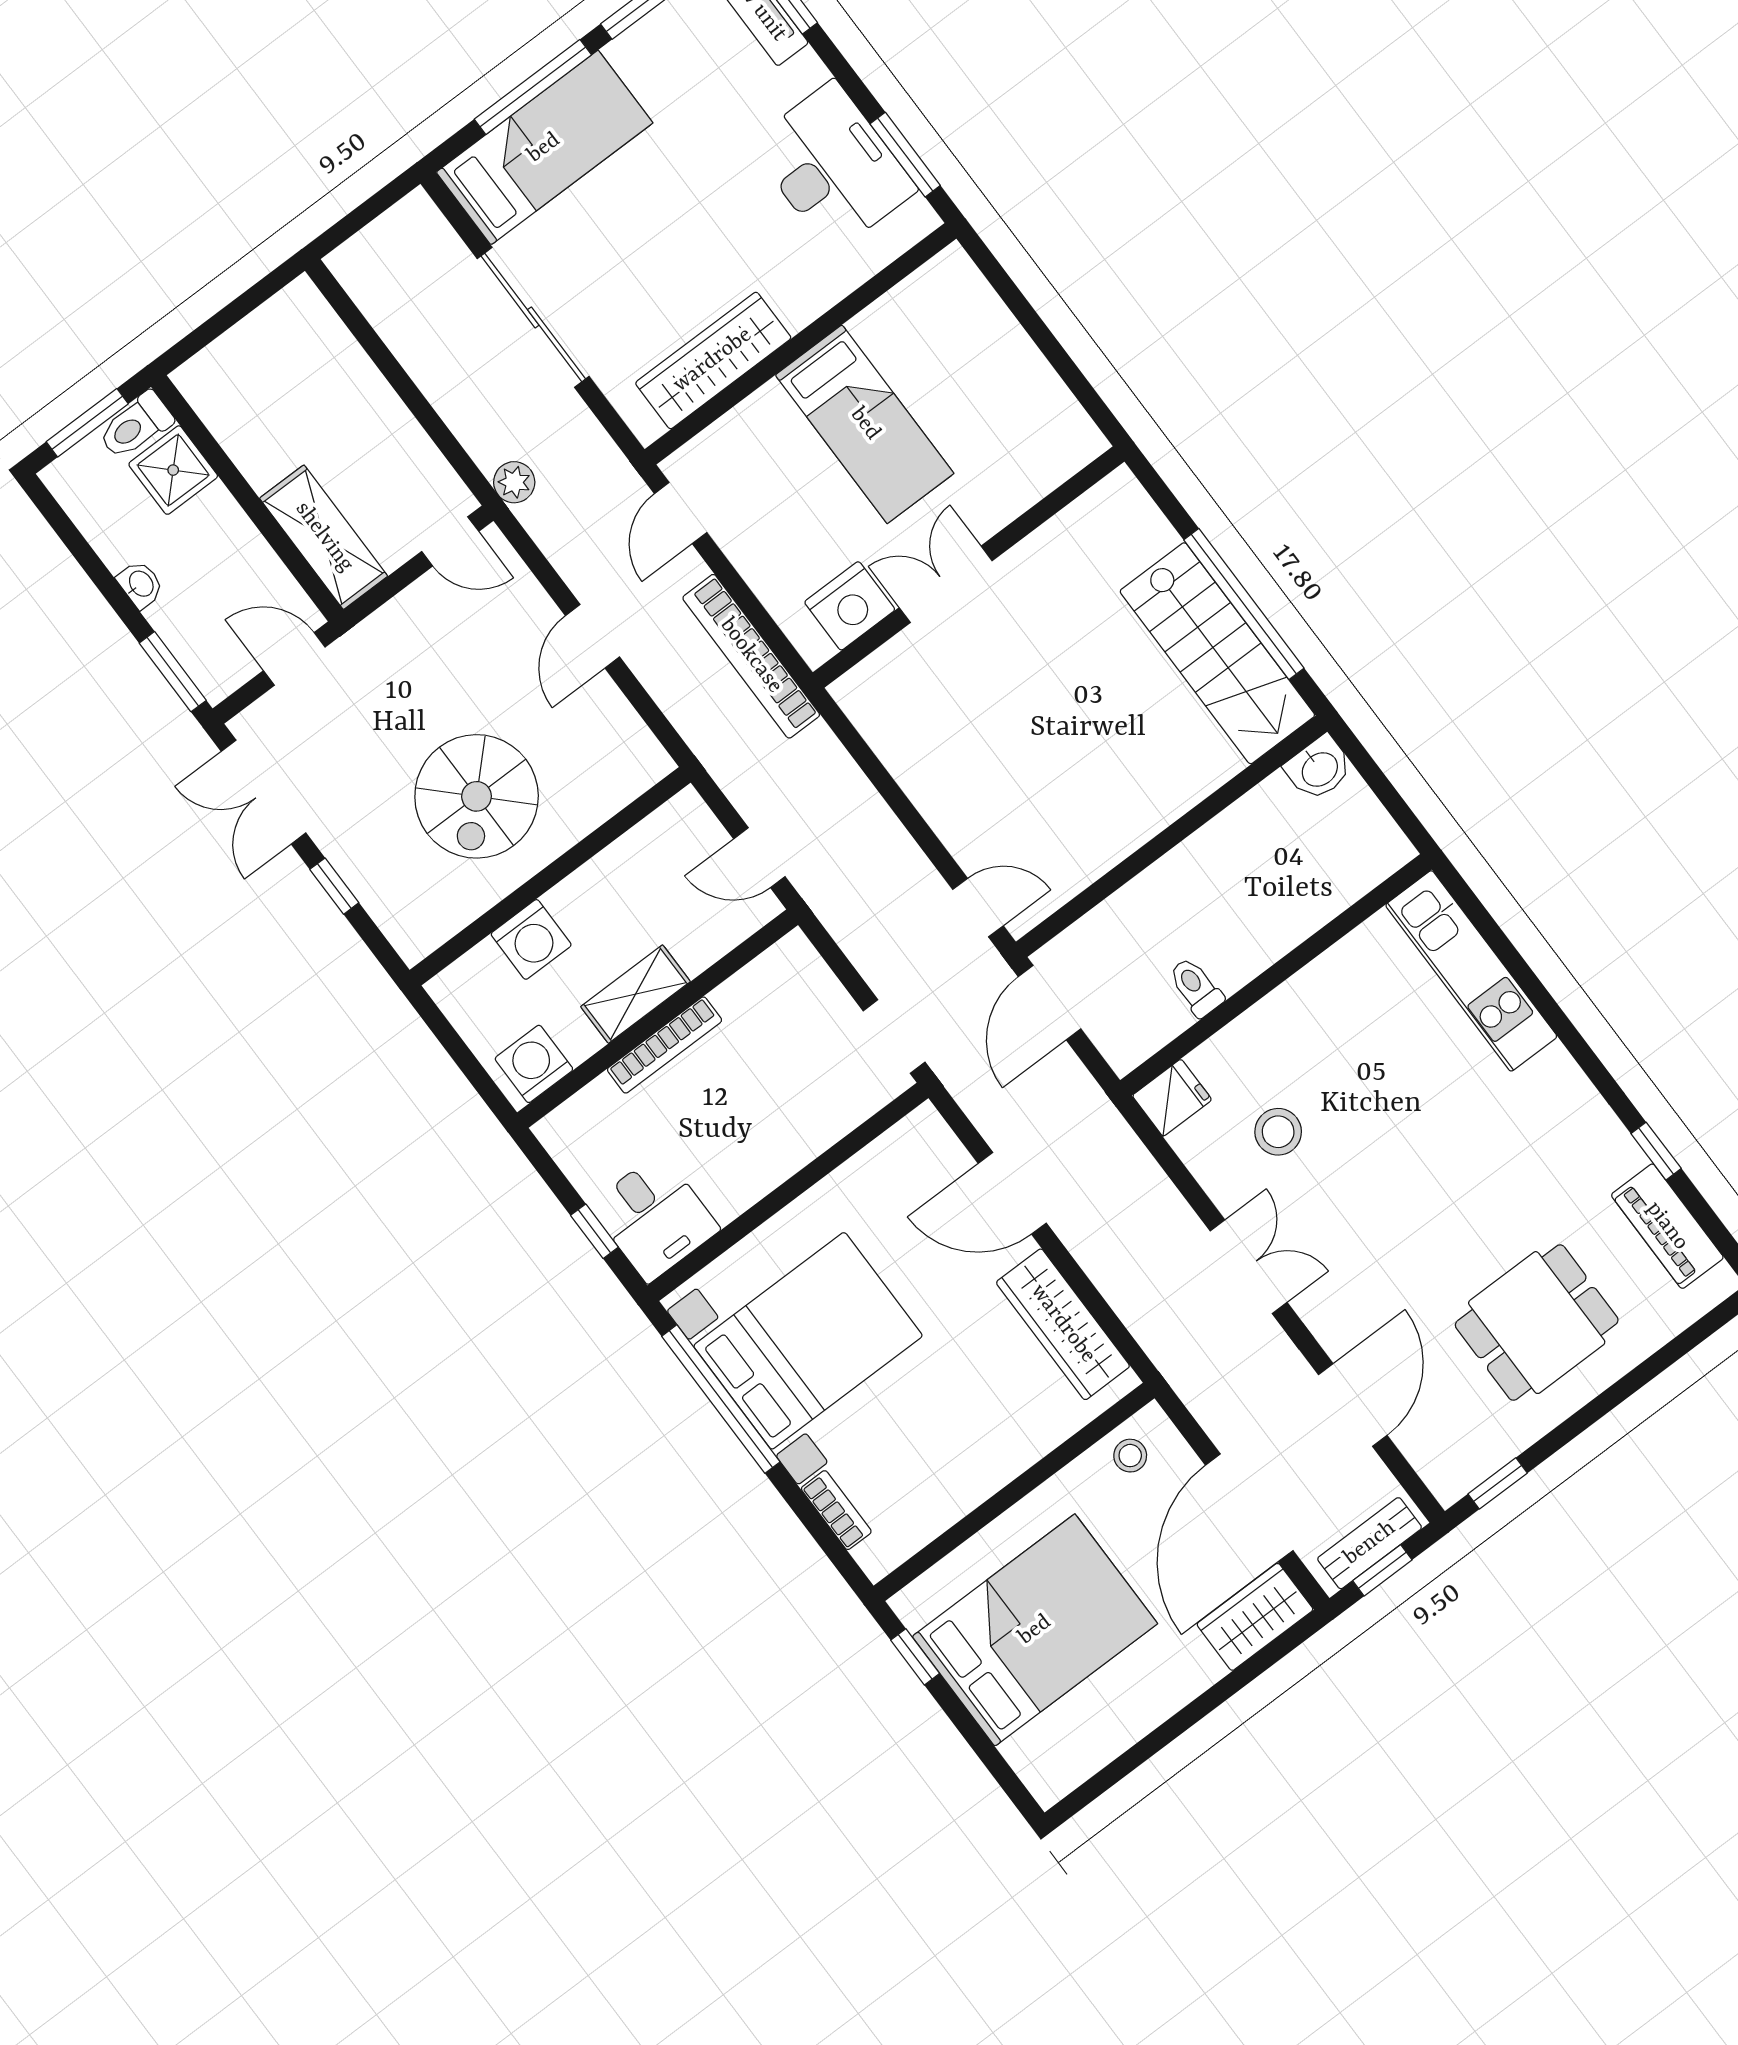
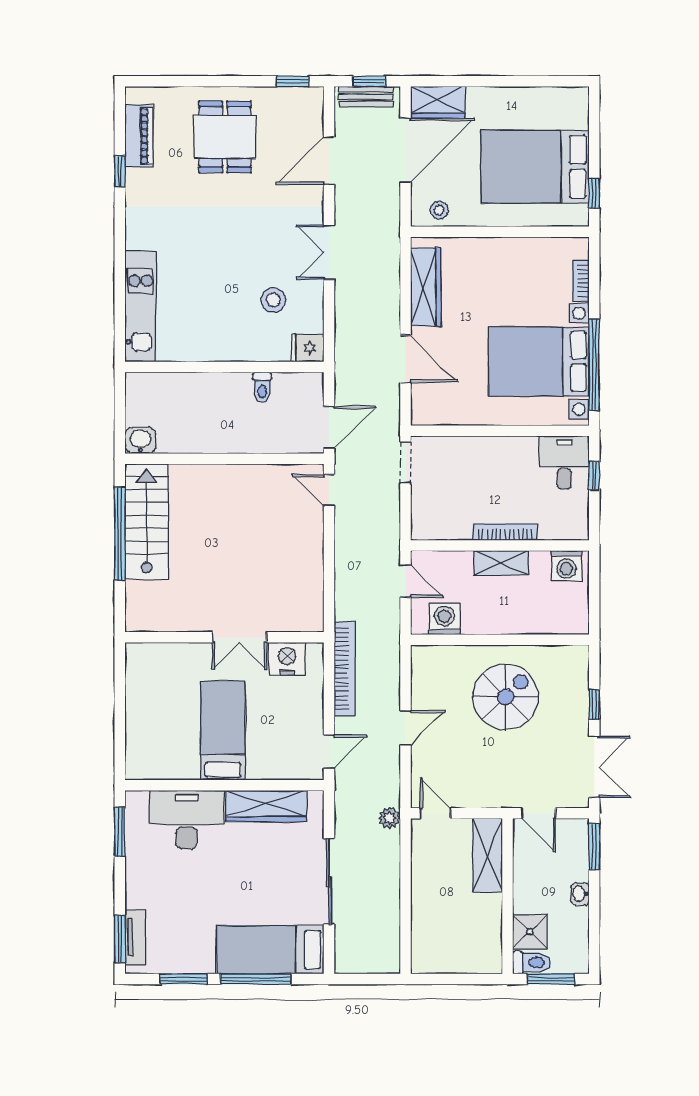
desk: (833, 167) -> (187, 820), moved, turned 90
washing machine: (531, 939) -> (444, 619), moved
dining table: (1537, 1323) -> (225, 137), turned 90

